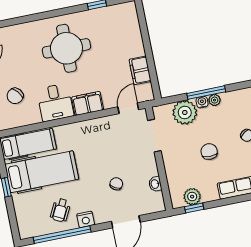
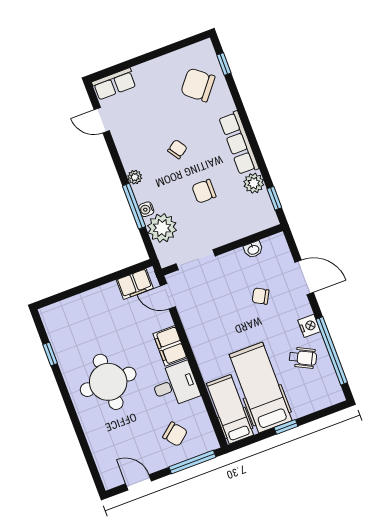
filing cabinet: (140, 70) -> (135, 284), moved
plant: (215, 100) -> (135, 177), moved
plant: (192, 197) -> (254, 183), moved

